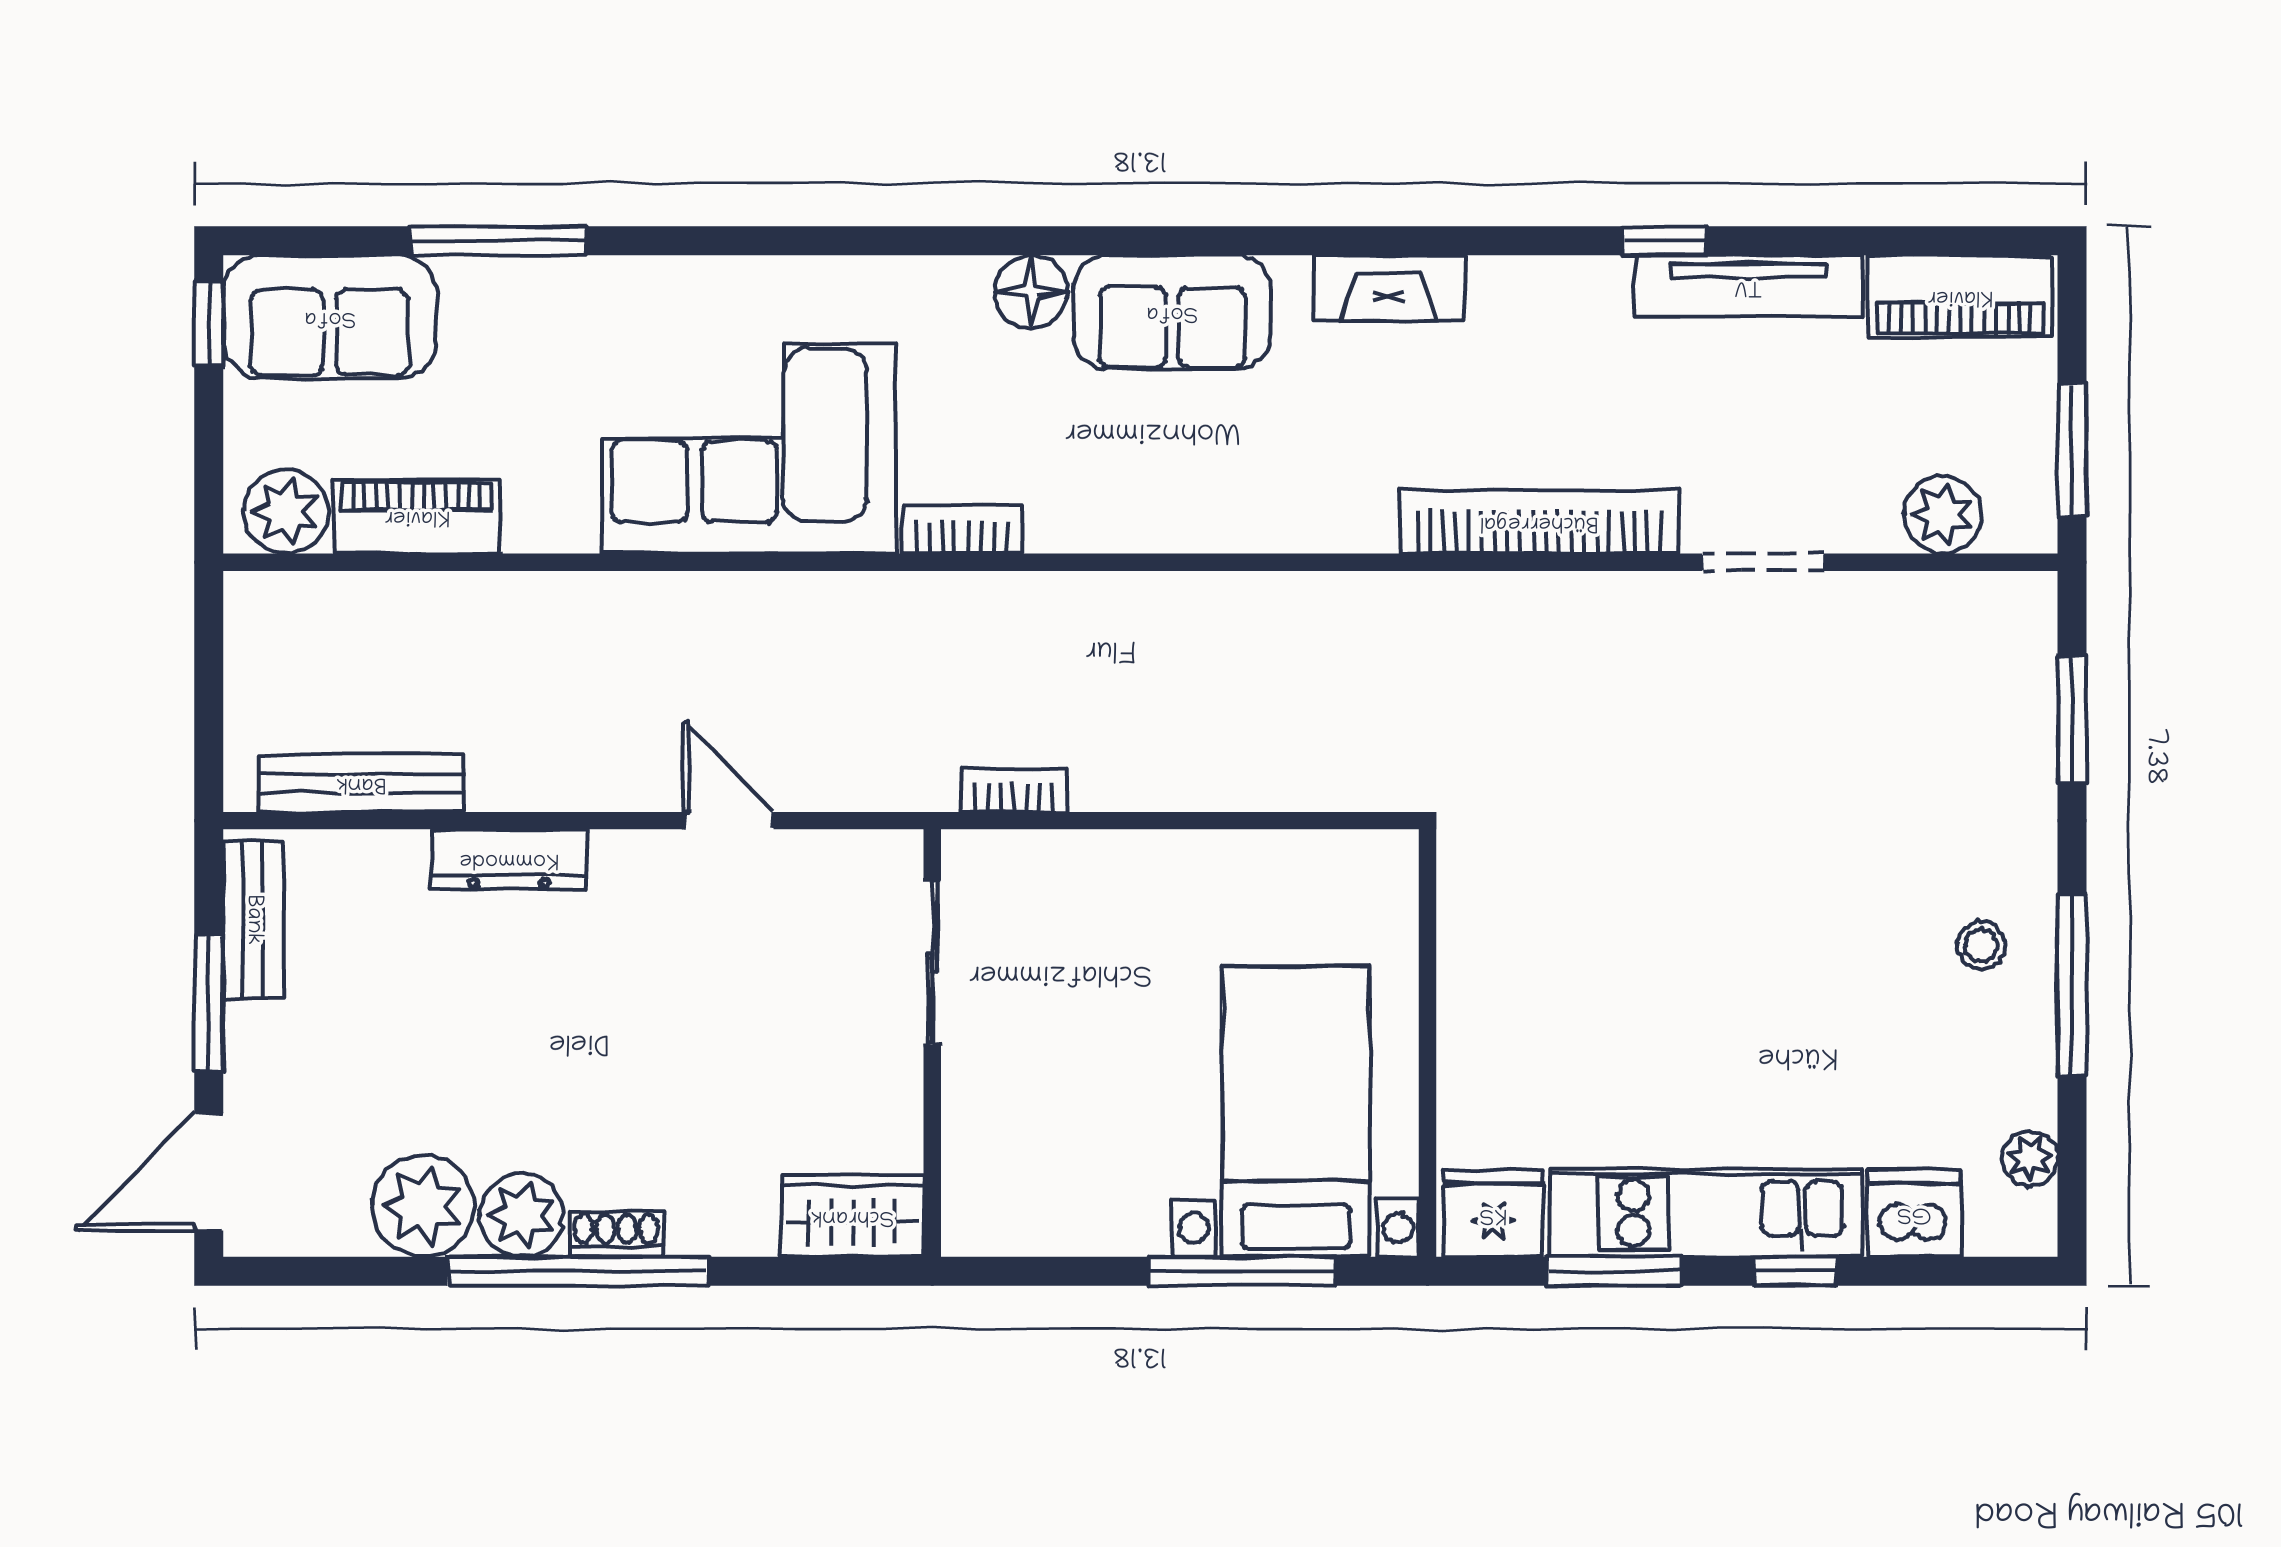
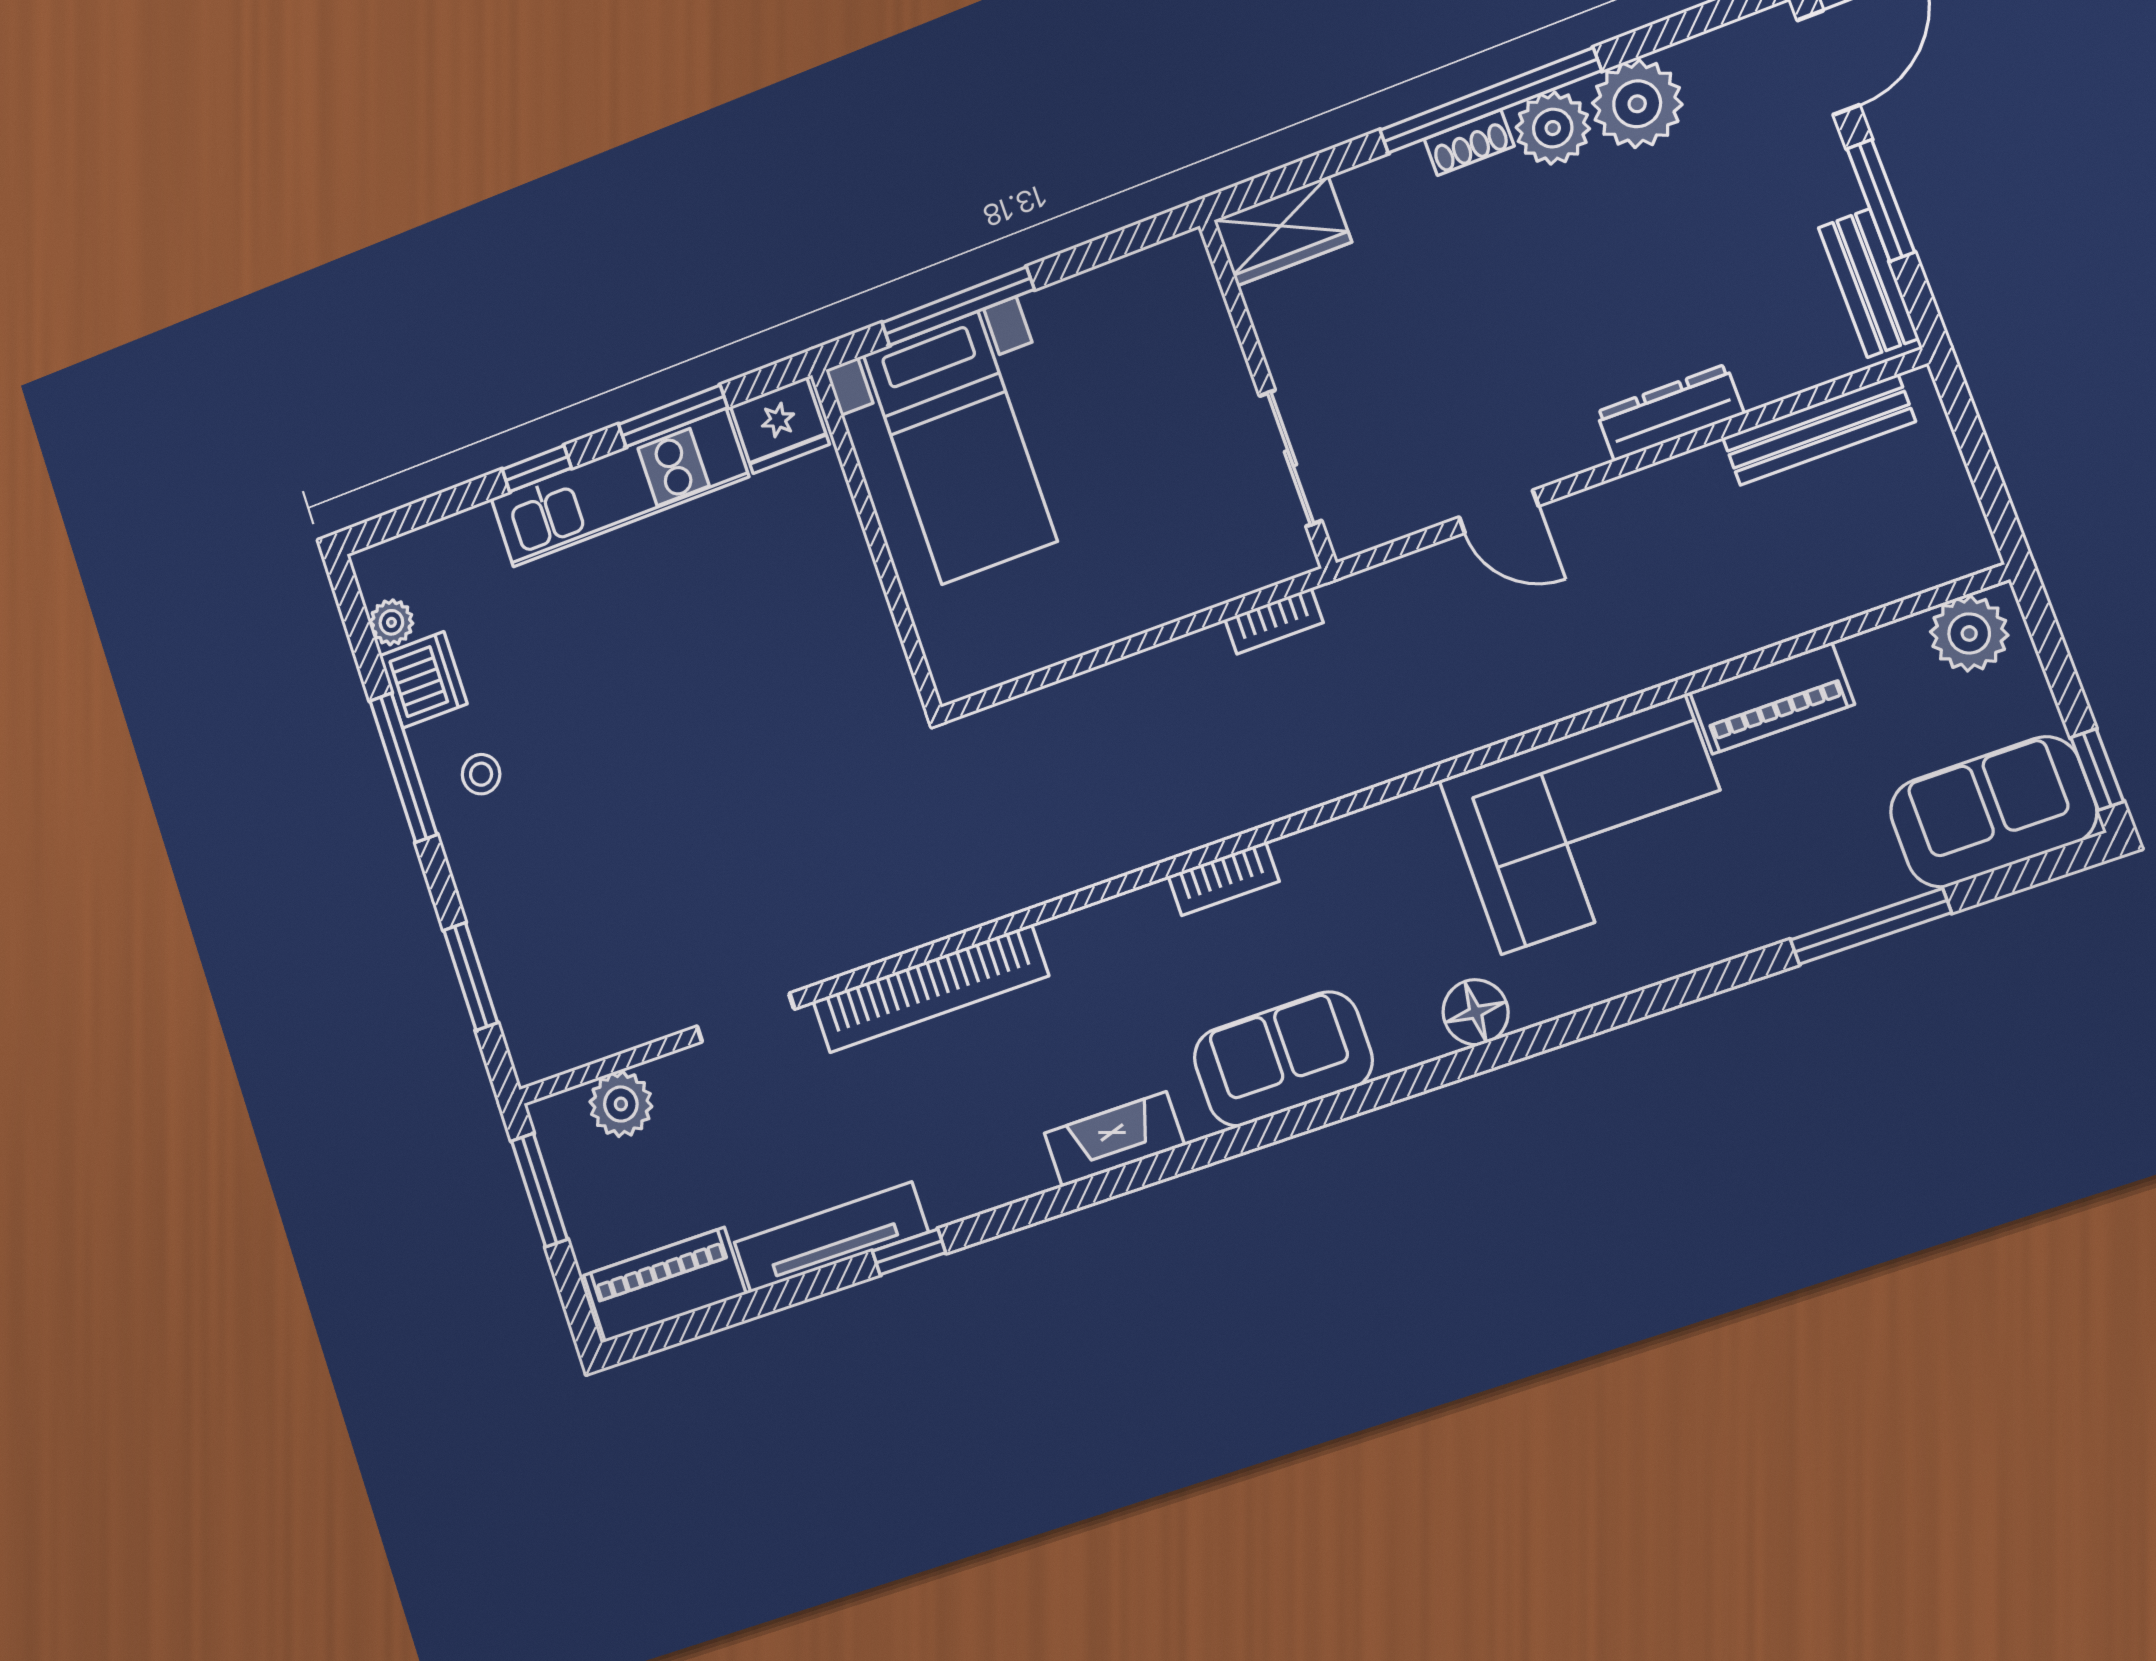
floor lamp: (1031, 292) -> (1476, 1012), moved
piano: (417, 516) -> (1772, 698), moved
bookcase: (962, 529) -> (1224, 879), moved
dishwasher: (1914, 1213) -> (423, 680), moved, turned -90

